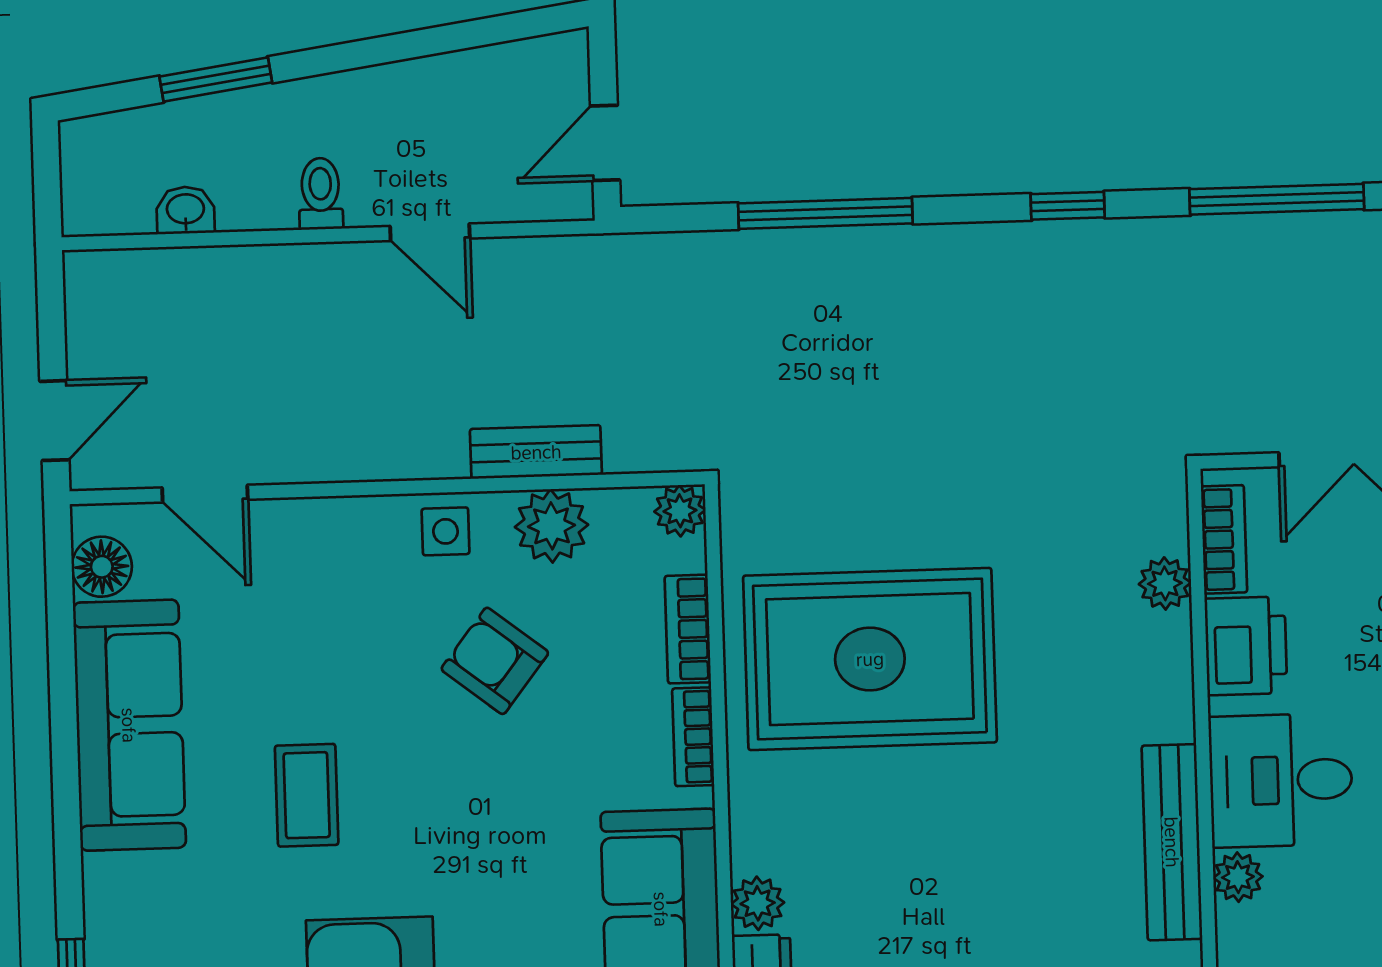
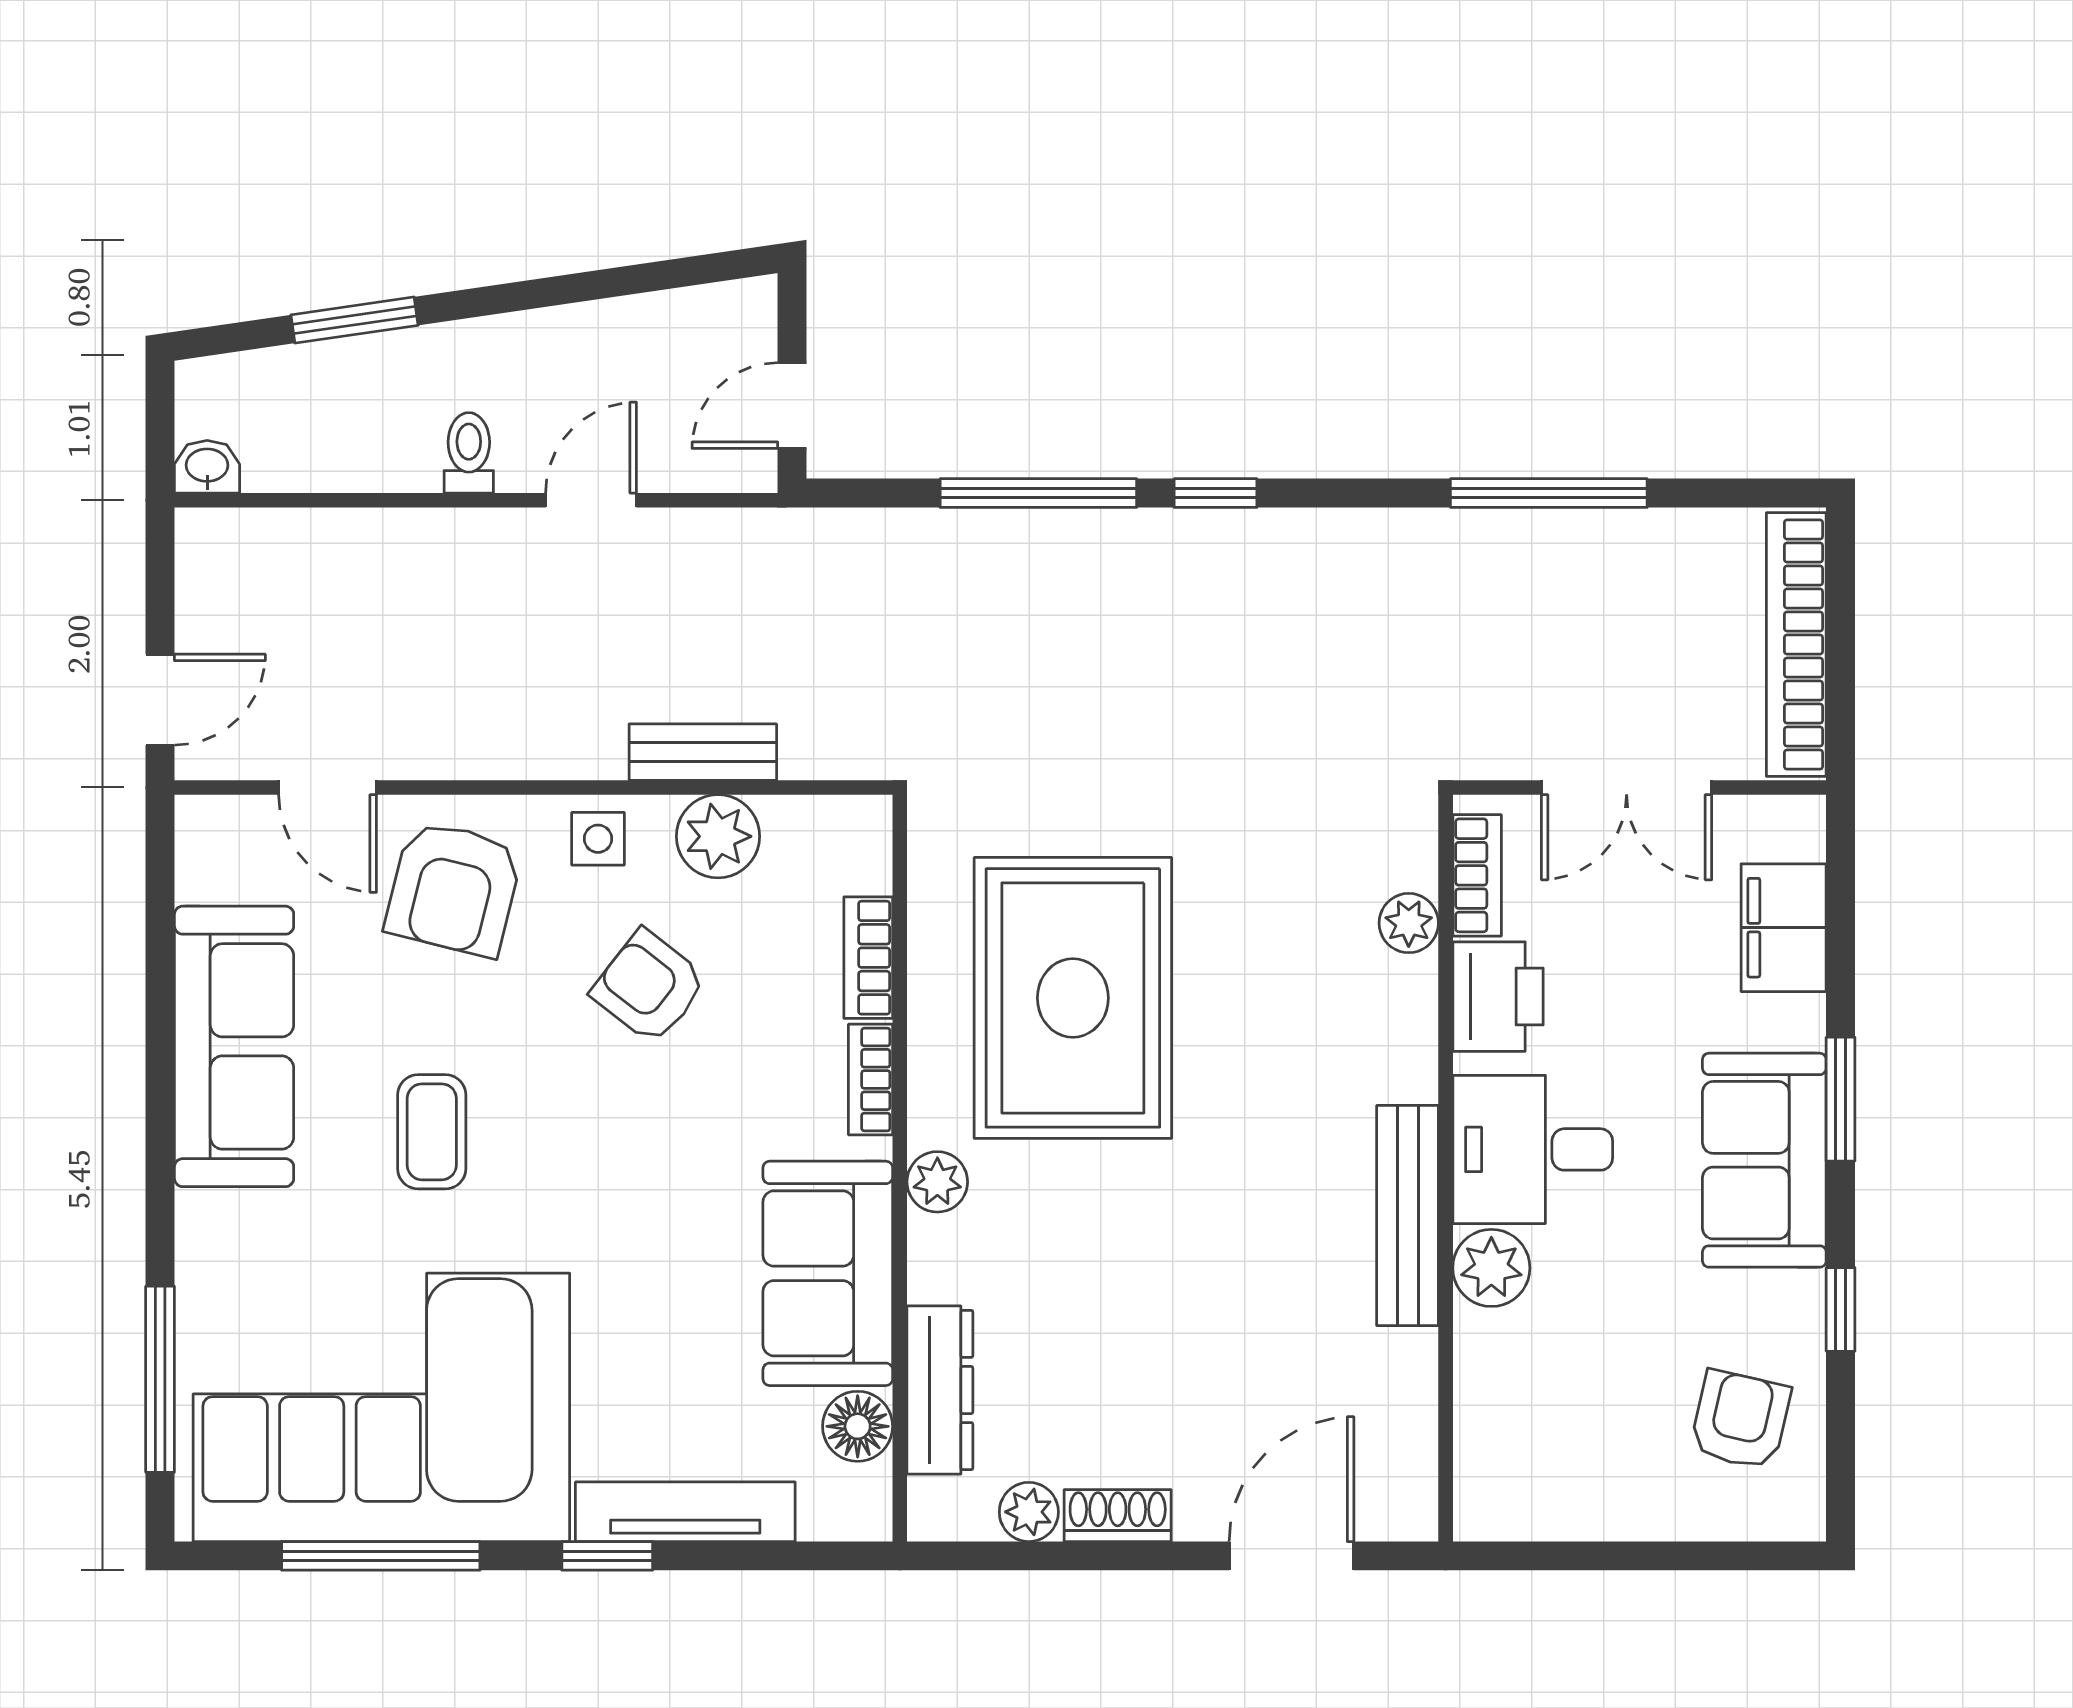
window: (1068, 206) -> (1216, 493), moved
washbasin: (185, 210) -> (207, 467), moved
door: (430, 232) -> (591, 500), swing flipped
plant: (680, 511) -> (864, 824), removed
floor lamp: (102, 567) -> (208, 866), removed
armchair: (319, 579) -> (454, 888), added
rug: (870, 659) -> (1073, 998), turned 90
plant: (1238, 877) -> (1491, 1268), width x1.38, depth x1.38
plant: (758, 903) -> (937, 1182), moved

